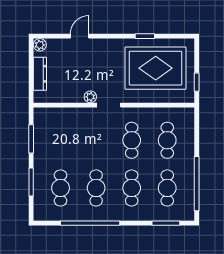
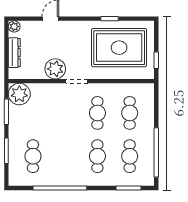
plant: (90, 97) -> (55, 69), width x1.87, depth x1.87
plant: (45, 119) -> (19, 94), added
cafe table: (96, 188) -> (65, 156), removed

